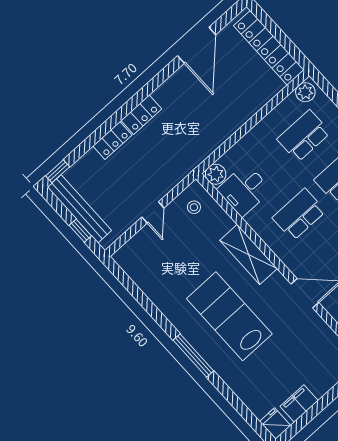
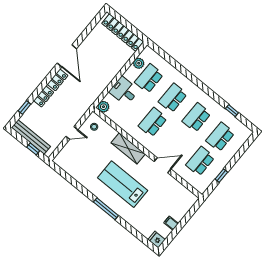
door: (197, 45) -> (67, 56), moved
plant: (305, 92) -> (139, 63), moved
window: (58, 171) -> (24, 107), moved
desk: (244, 190) -> (124, 91), moved, turned 90
door: (153, 212) -> (72, 133), hinge flipped
filing cabinet: (299, 404) -> (171, 223), width x0.50

